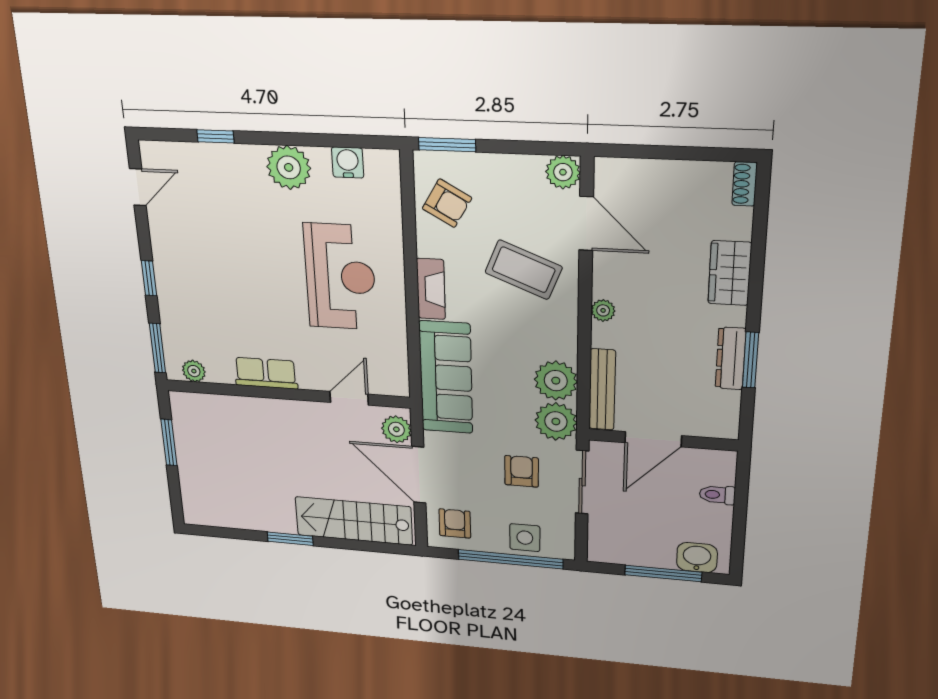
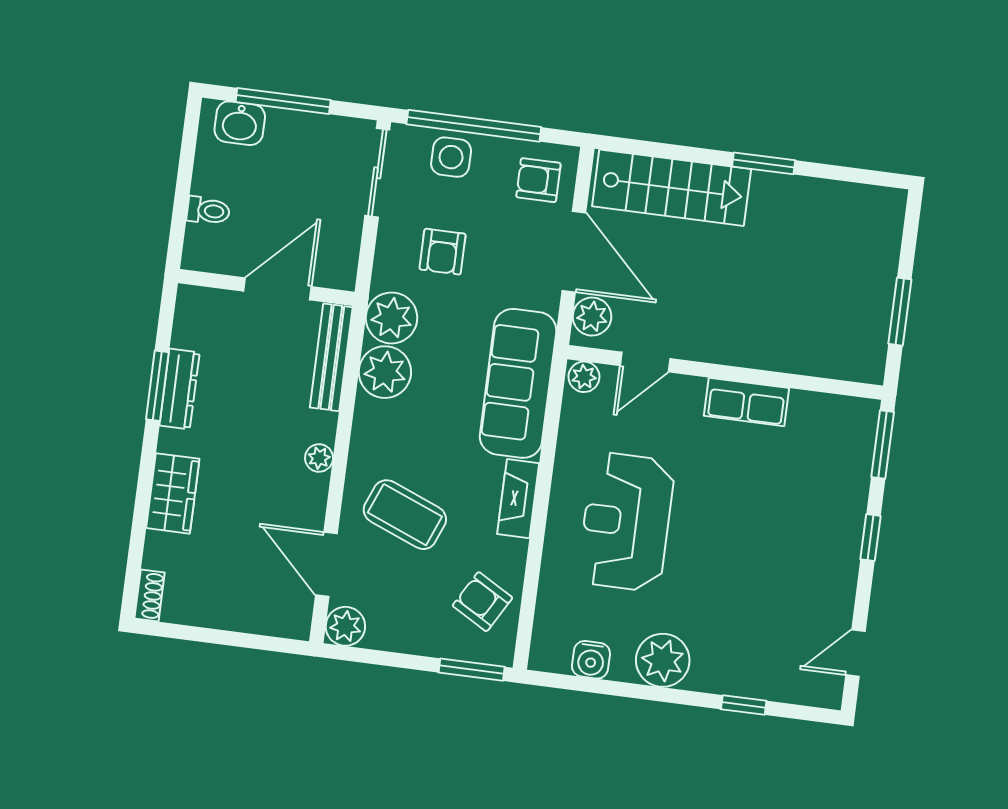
plant: (194, 371) -> (584, 377), moved
sliding door: (582, 482) -> (377, 173), moved
armchair: (455, 523) -> (538, 180), turned 90

